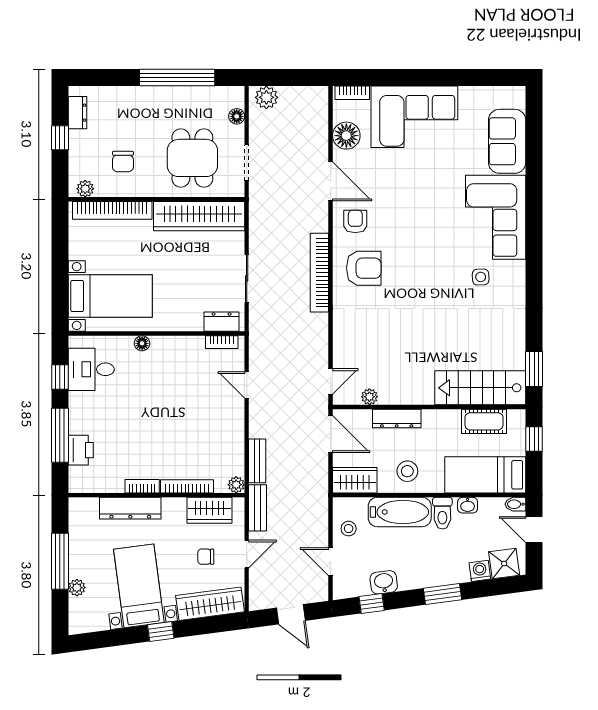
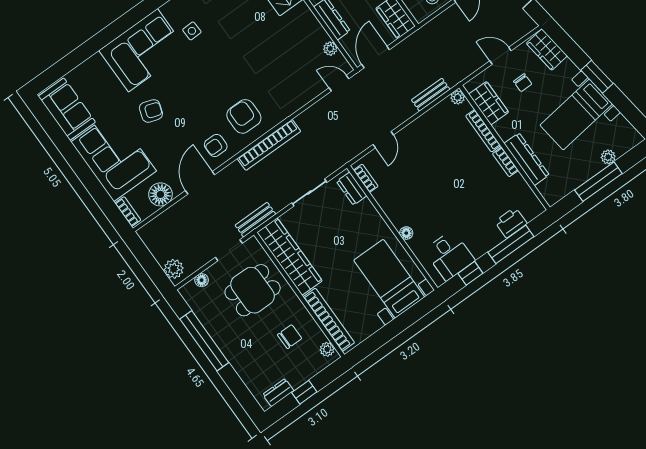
sofa: (507, 141) -> (67, 109), moved, turned -90
armchair: (432, 183) -> (151, 111), added
bench: (258, 508) -> (255, 220), moved
wardrobe: (210, 604) -> (547, 50), width x0.67
window: (161, 632) -> (597, 77), width x1.50

